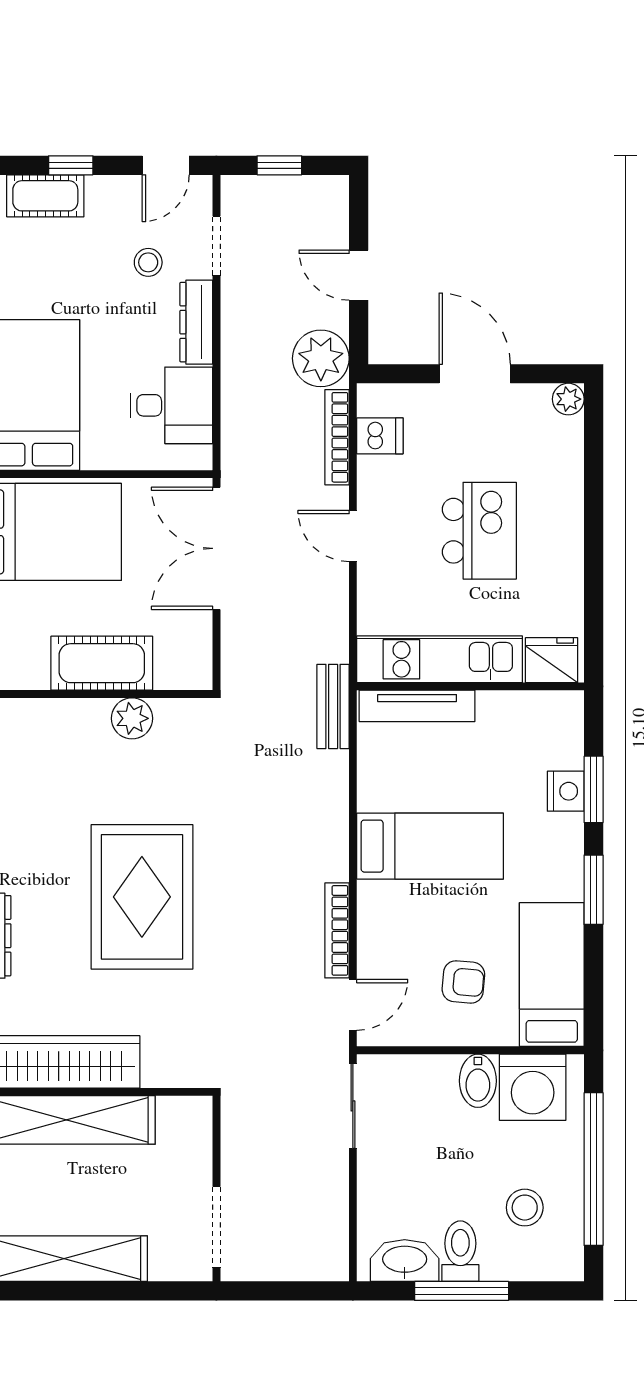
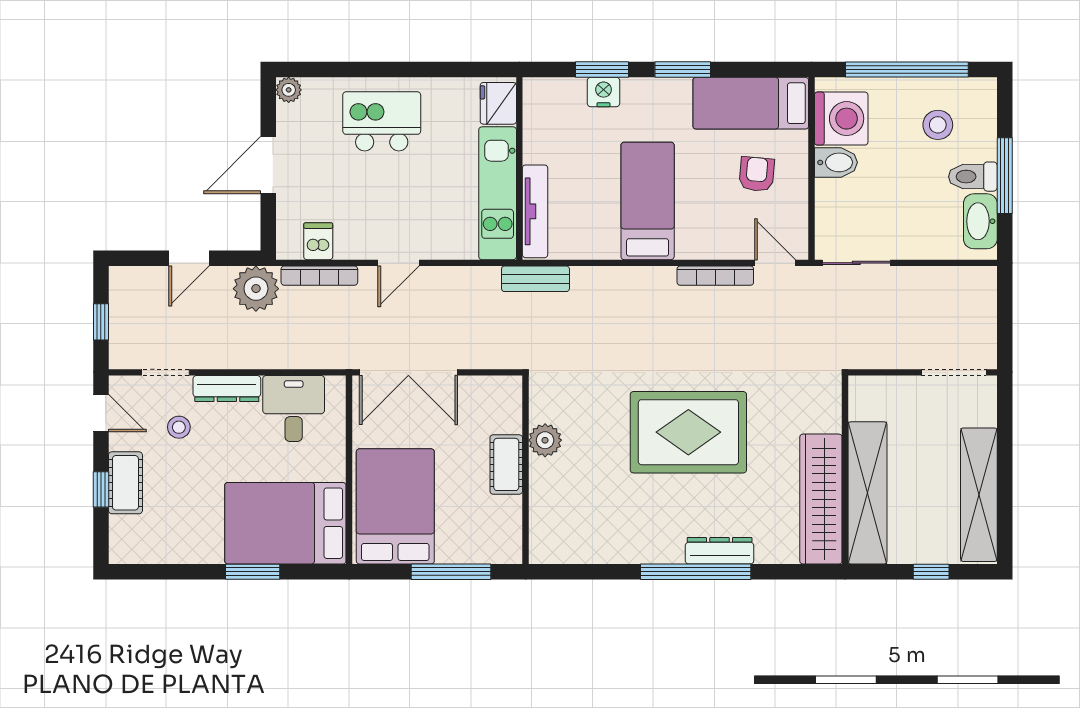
cot: (45, 196) -> (125, 483), moved
kitchen island: (479, 531) -> (382, 121), moved
cot: (102, 663) -> (506, 464), width x0.73, depth x0.75

